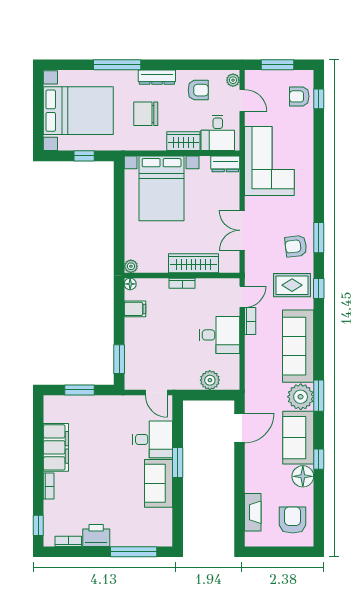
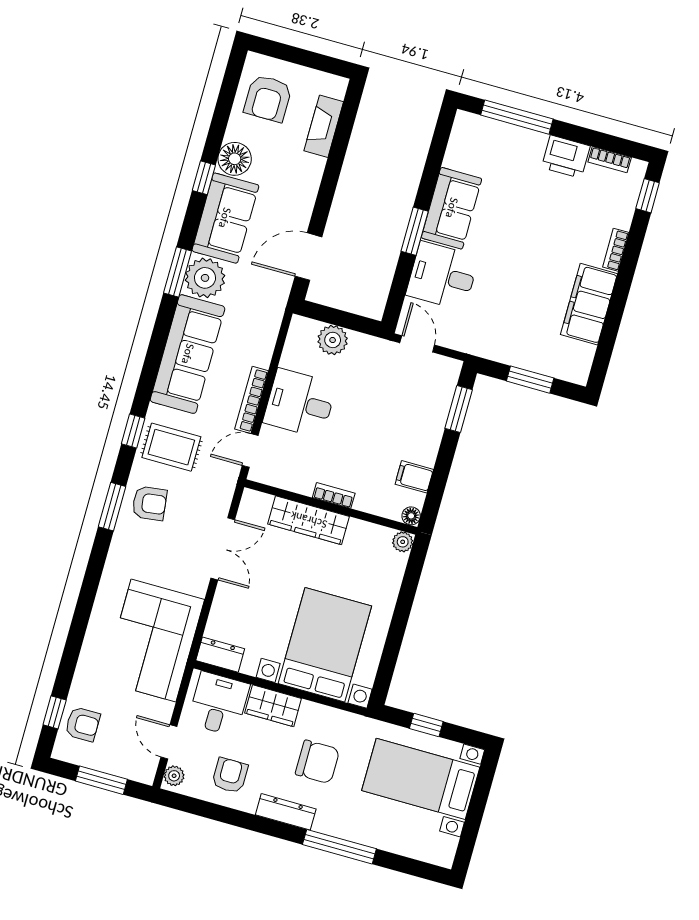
armchair: (198, 90) -> (230, 775), turned 90
bed with nightstands: (78, 111) -> (421, 779), width x0.73
bookcase: (250, 321) -> (252, 400), width x1.56

